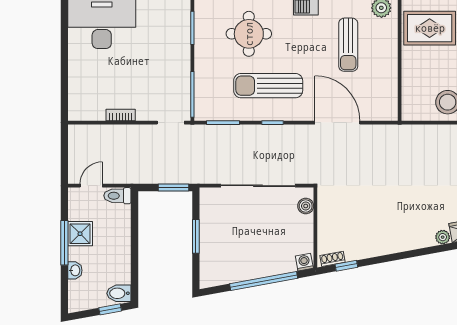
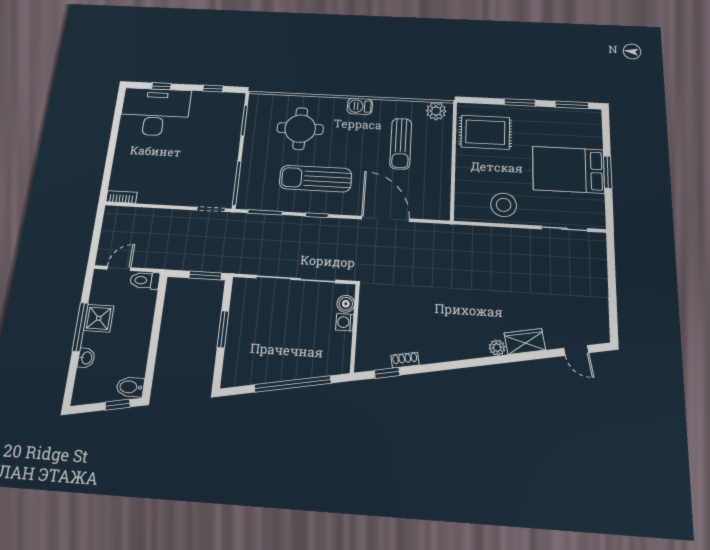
bookcase: (121, 115) -> (122, 197), moved
shoe rack: (332, 259) -> (405, 360), moved
washing machine: (304, 262) -> (345, 322), moved, turned -80

